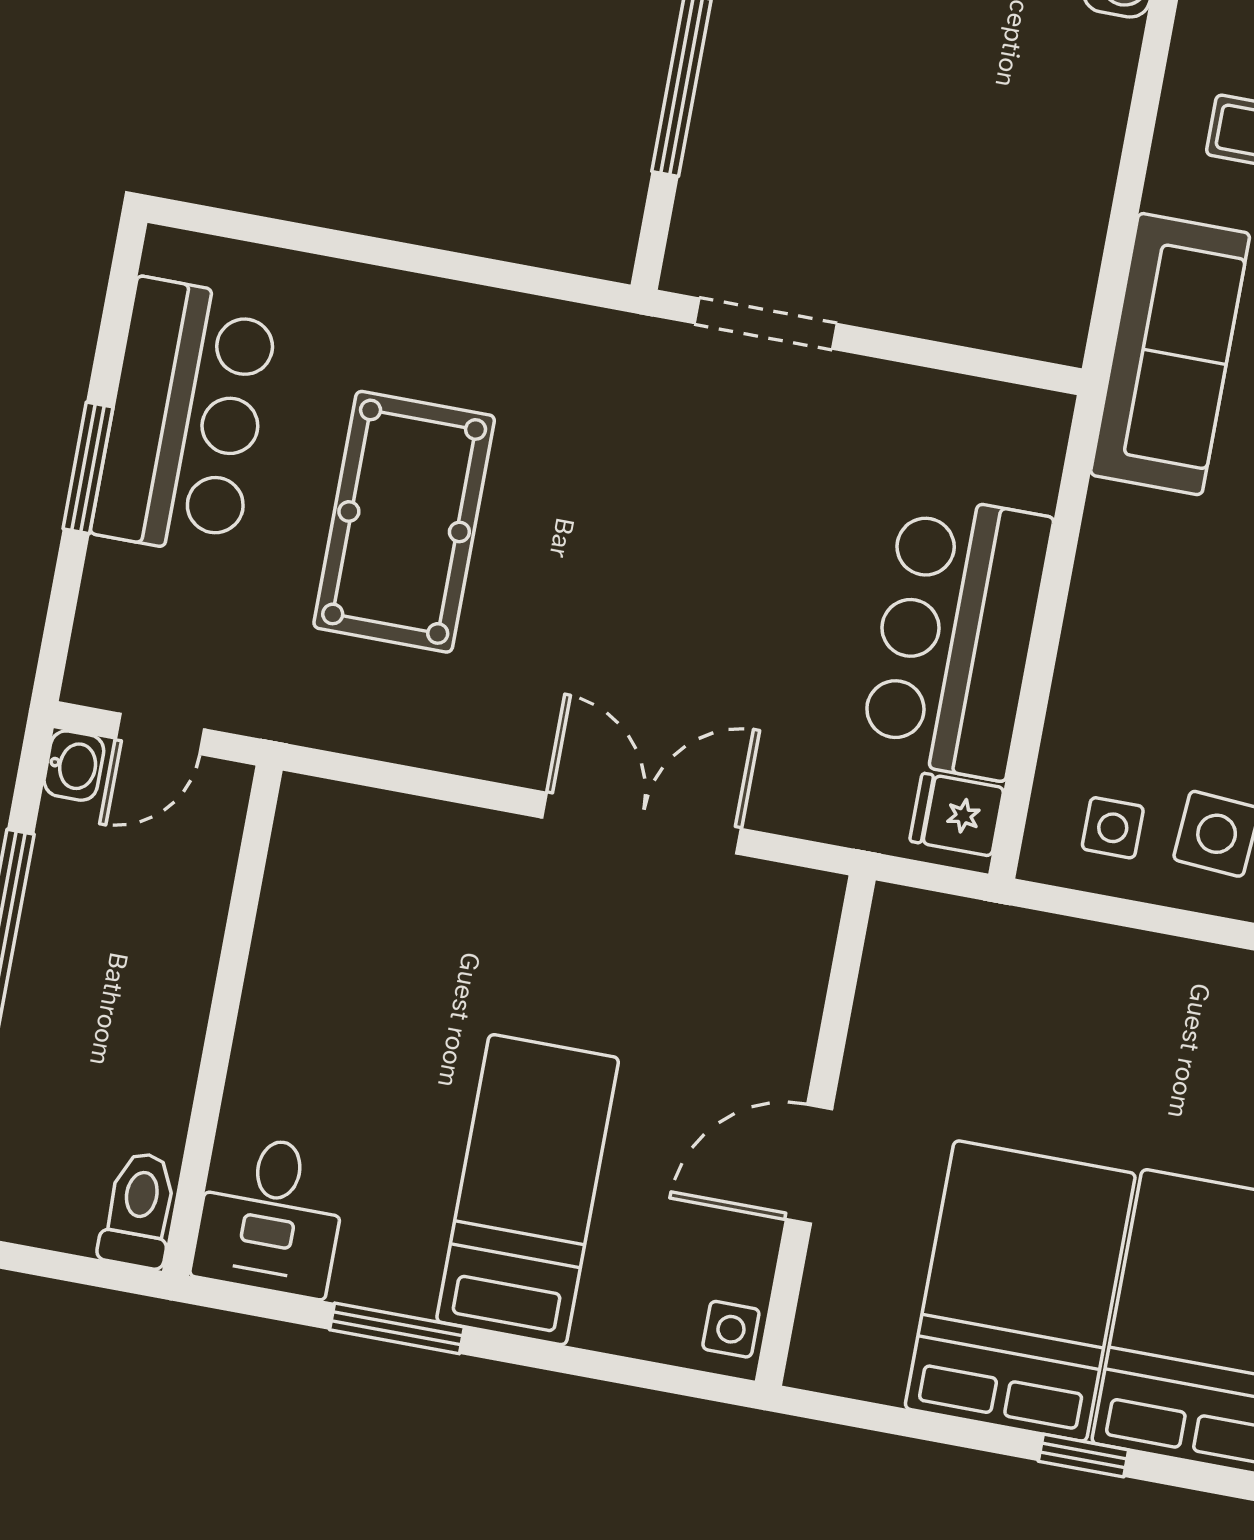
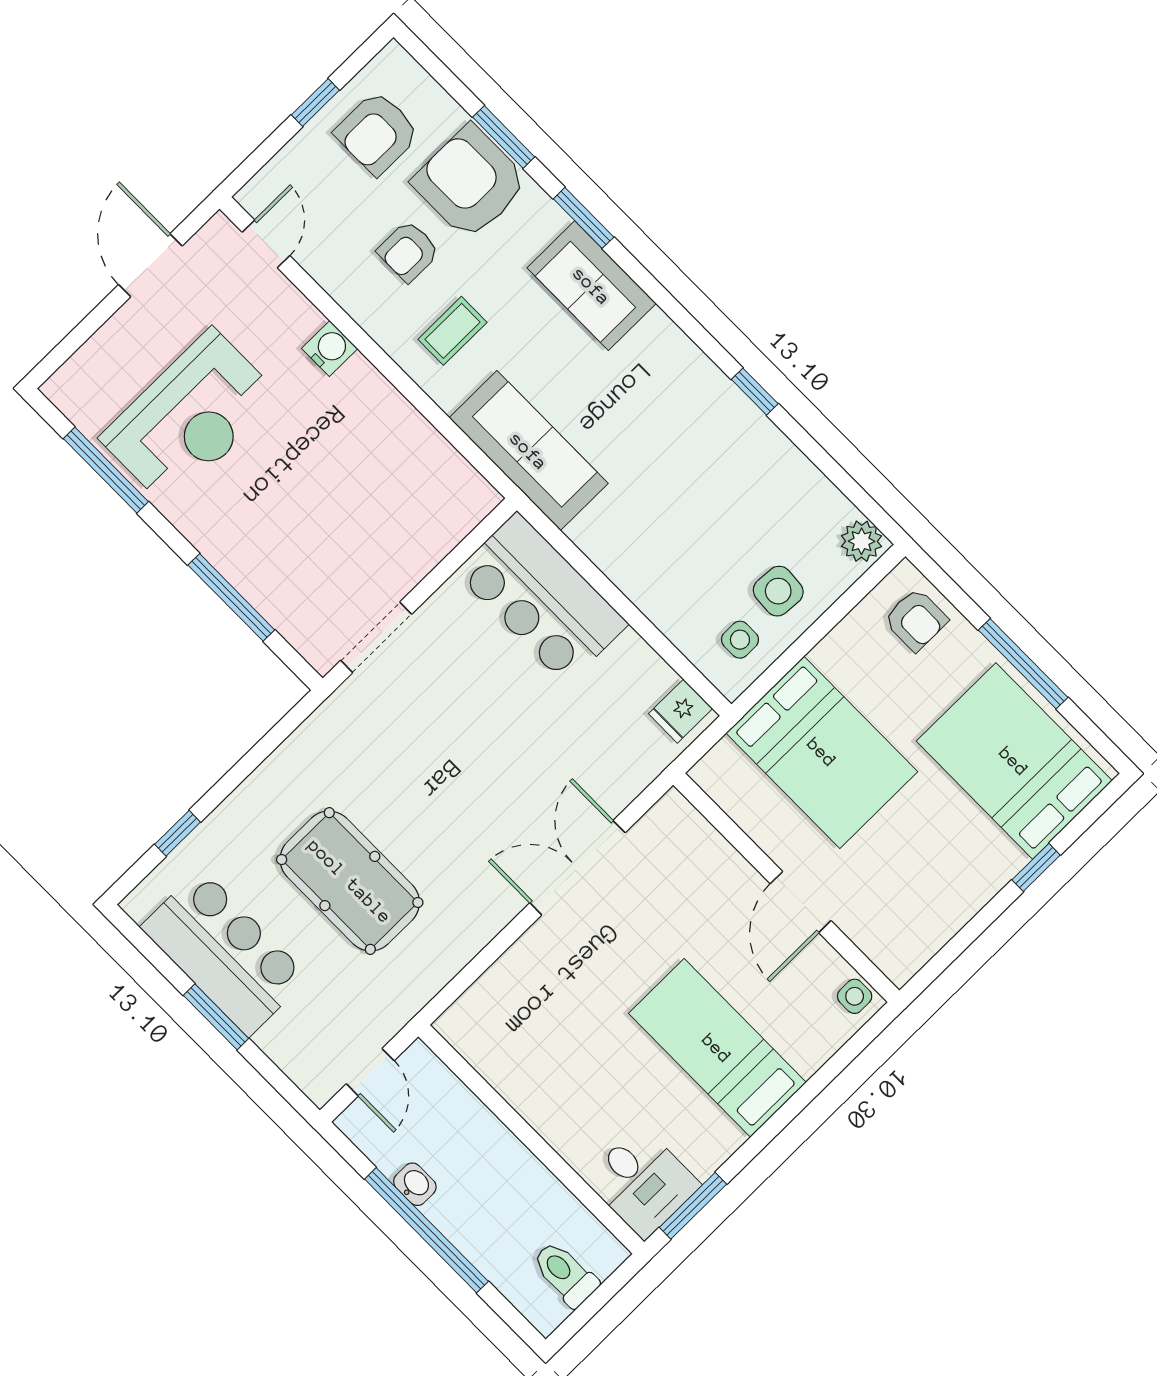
window: (304, 238) -> (178, 833), added
bar counter: (956, 636) -> (541, 598), moved
washbasin: (74, 766) -> (415, 1184), moved
toilet: (139, 1210) -> (565, 1274), moved
bed: (1020, 1291) -> (822, 752), moved, turned 180
window: (397, 1328) -> (693, 1206), moved

